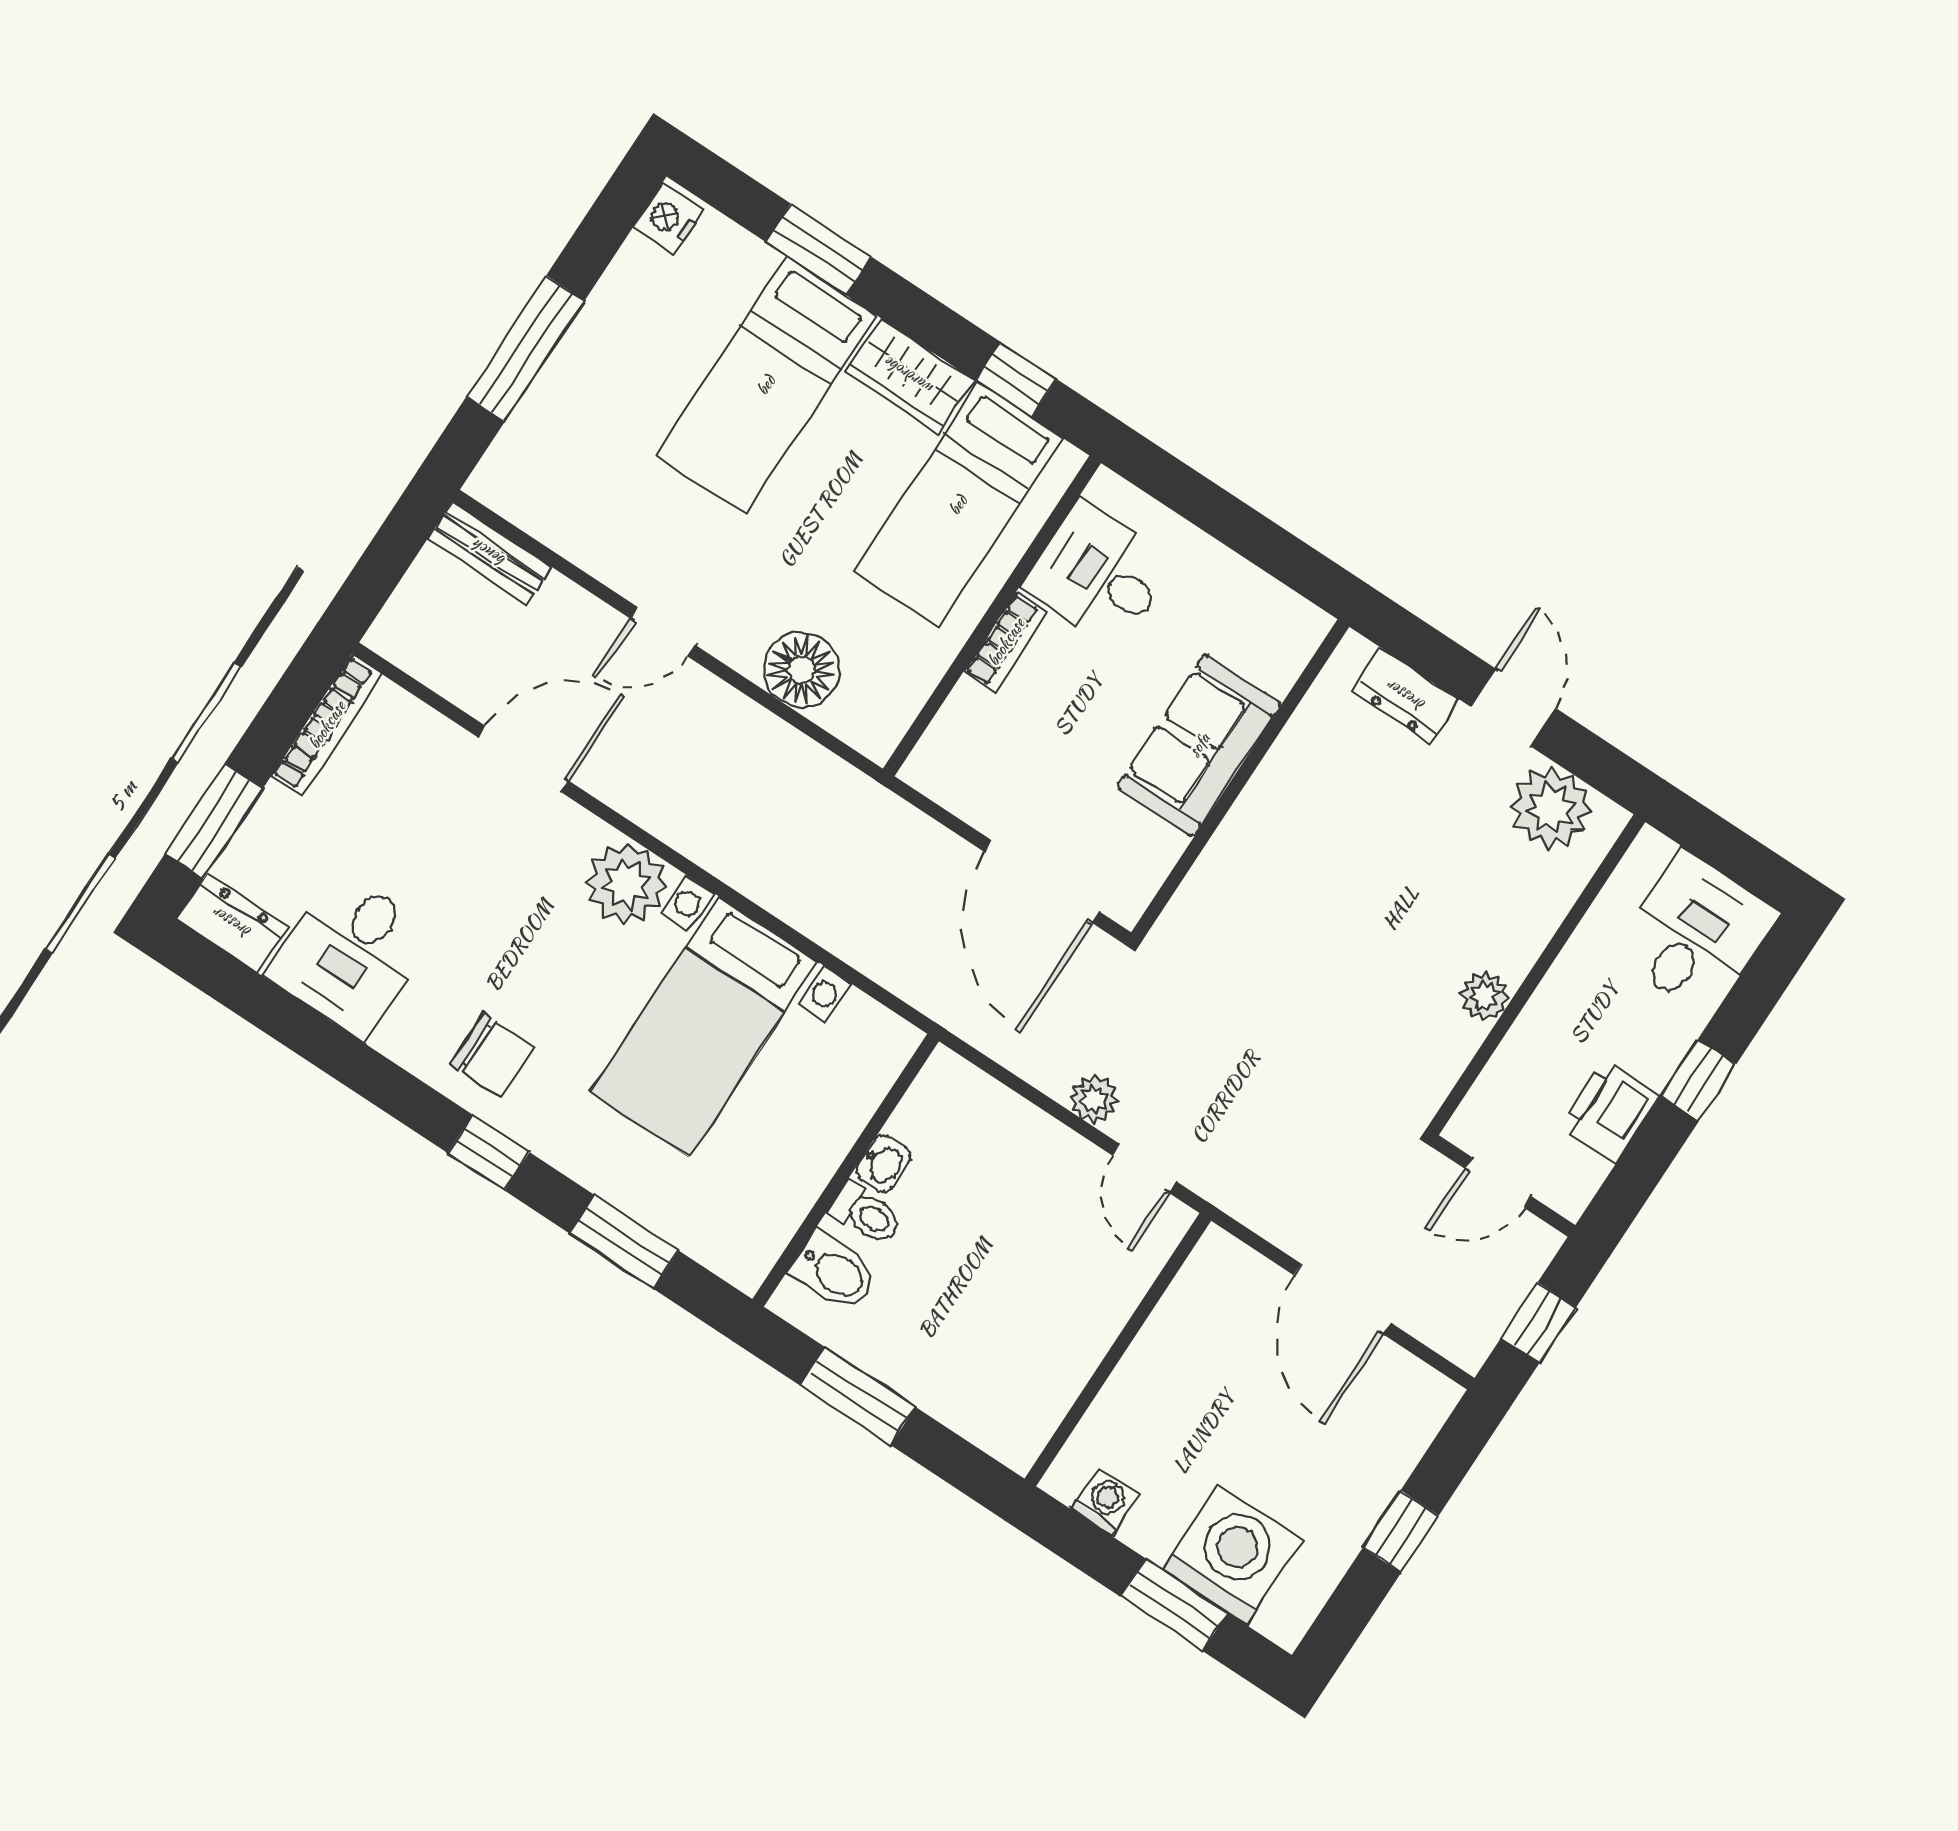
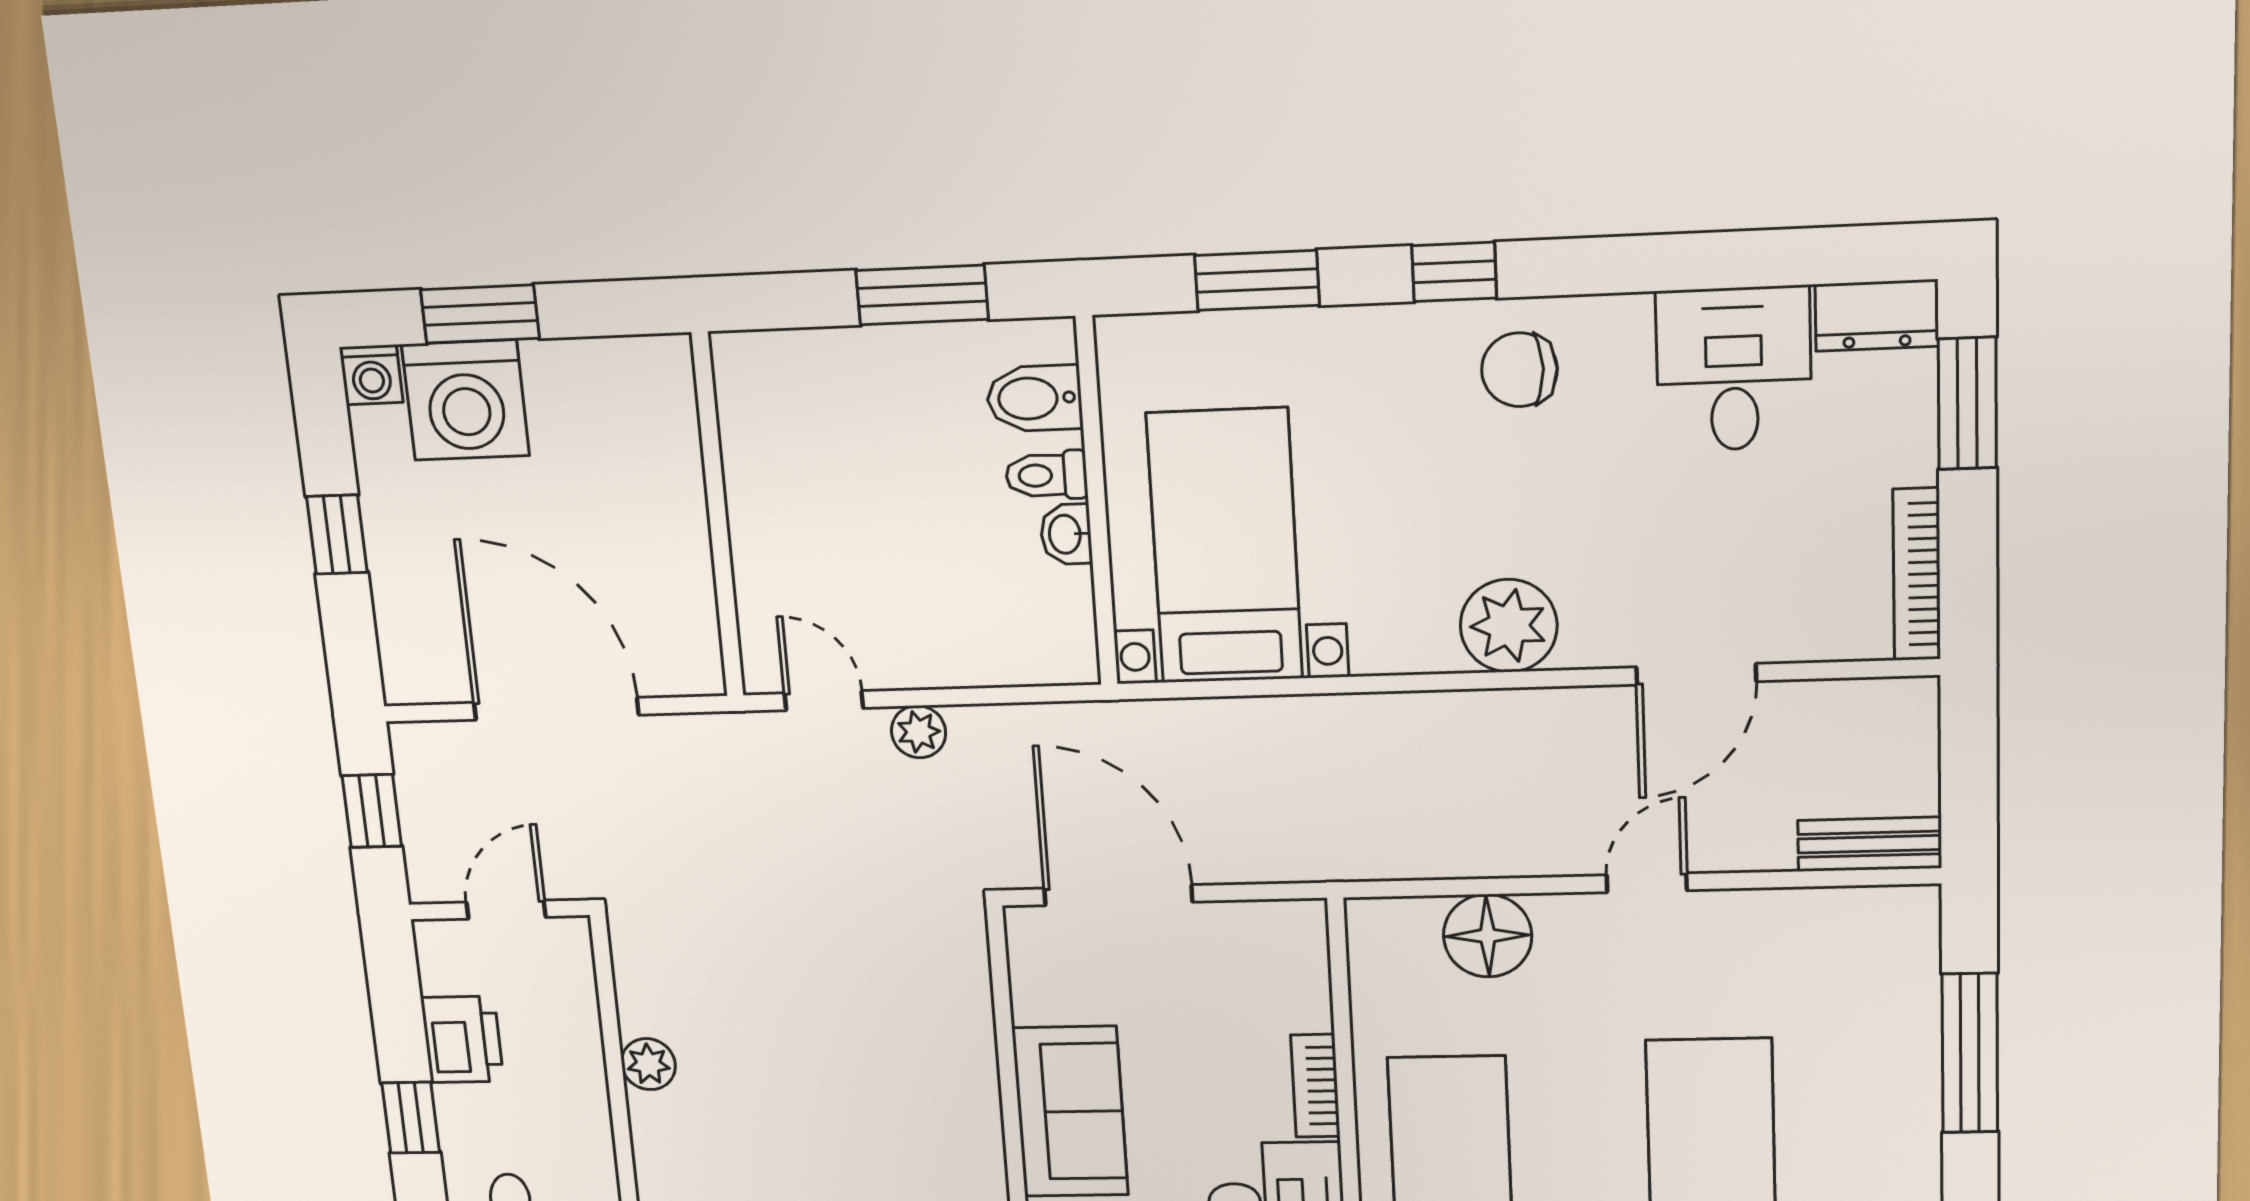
bed with nightstands: (704, 1027) -> (1225, 546), moved
door: (1342, 1299) -> (556, 709), width x1.36
washing machine: (1105, 1502) -> (371, 375), moved

